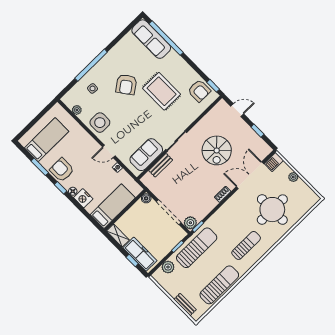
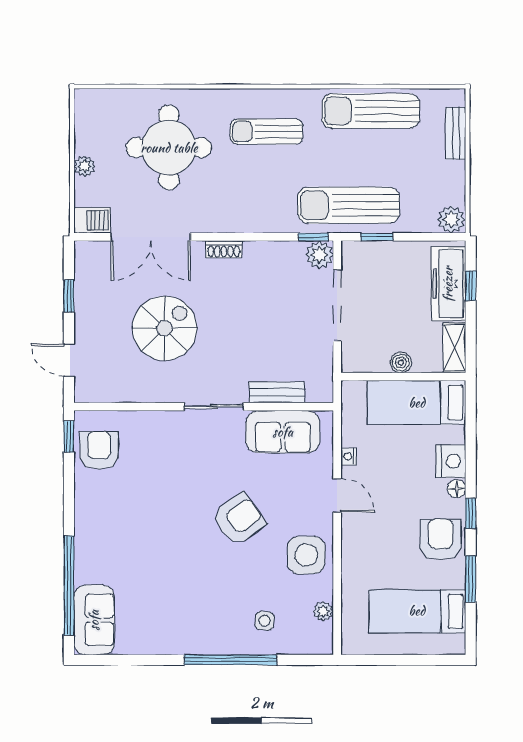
sofa: (151, 39) -> (94, 620), width x0.73
armchair: (126, 84) -> (239, 519), moved
rug: (162, 91) -> (159, 508), removed
armchair: (62, 170) -> (441, 540), turned 180
boiler: (146, 198) -> (401, 363), moved
plant: (168, 267) -> (451, 219), moved

